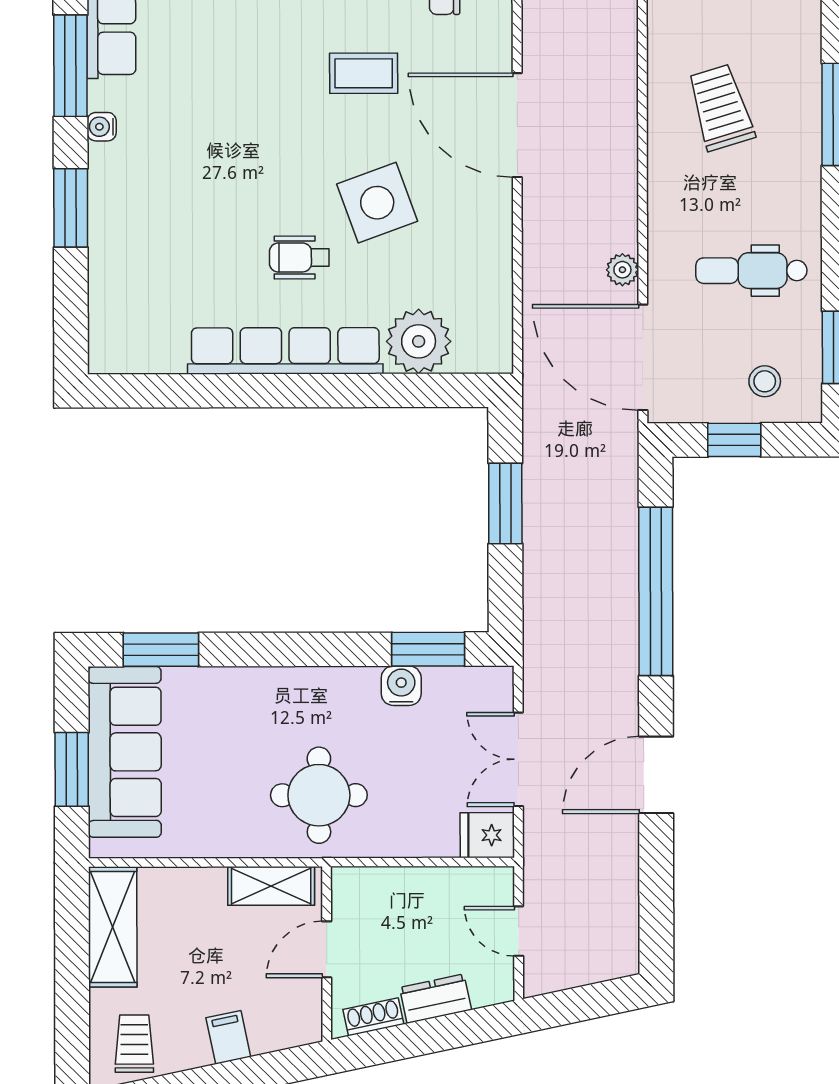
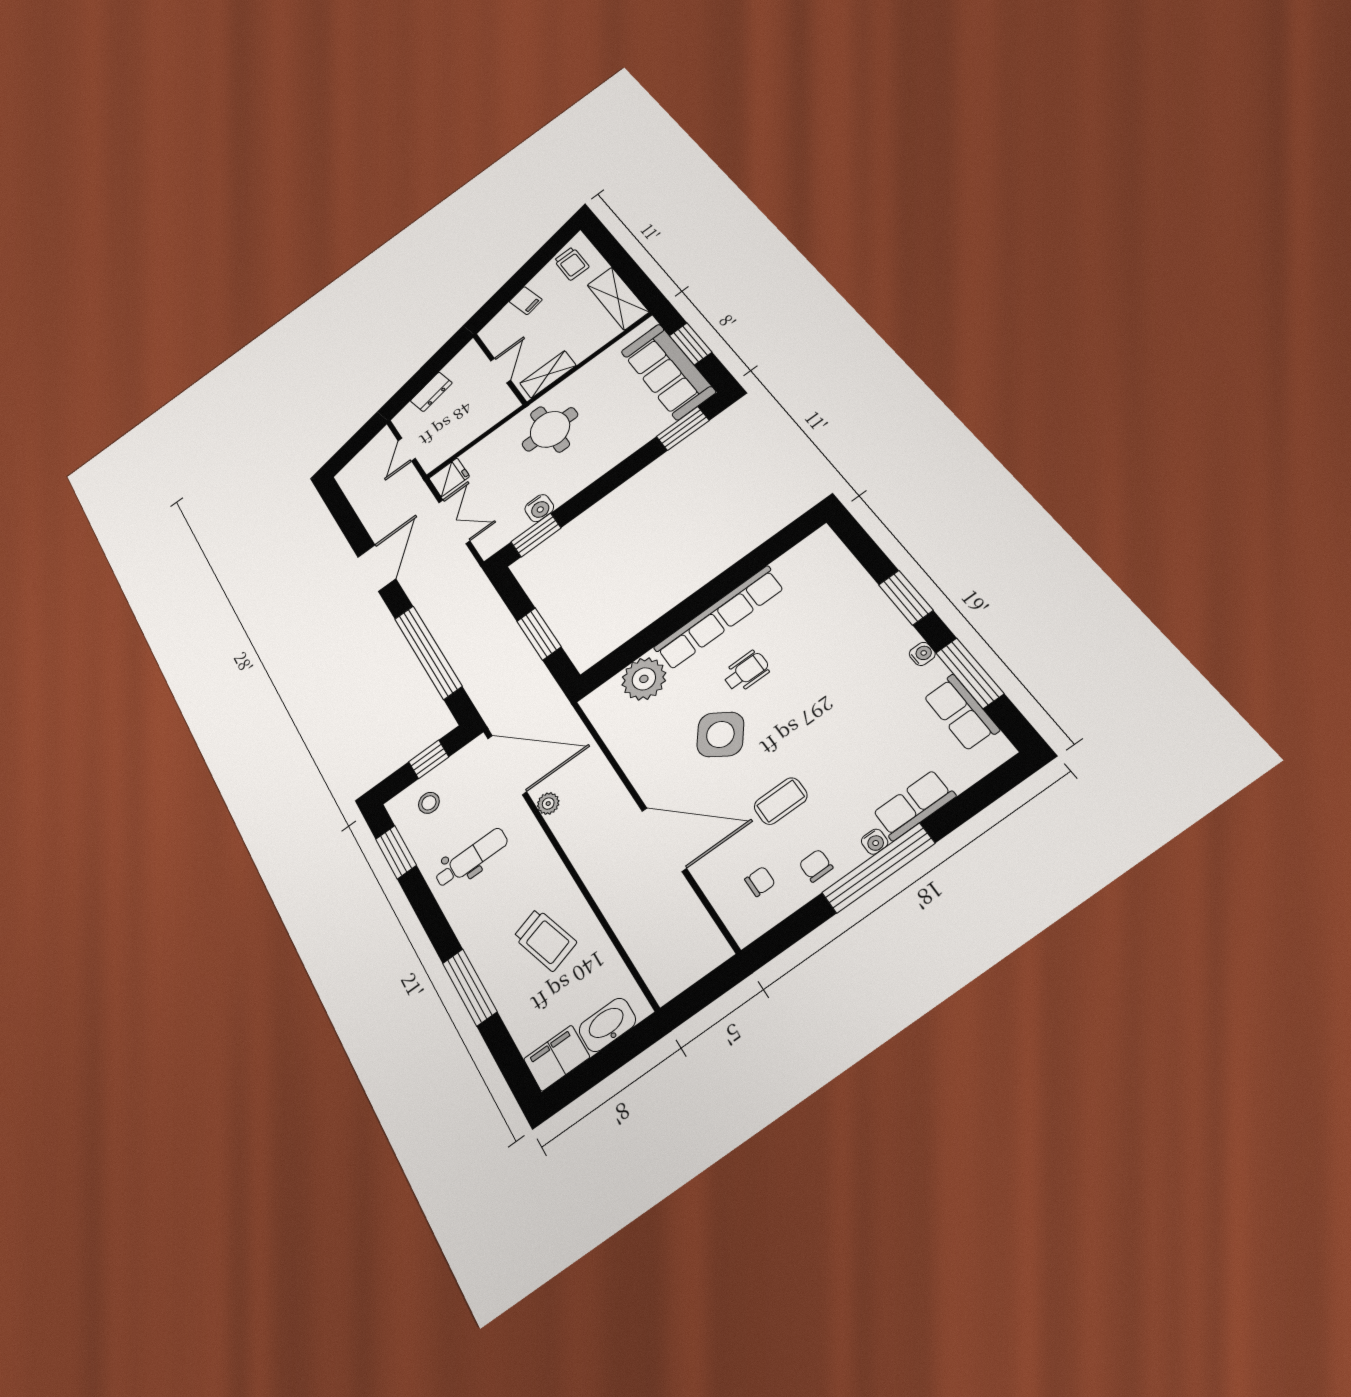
side table: (377, 203) -> (720, 734), turned -34
door: (519, 931) -> (407, 450), swing flipped
shoe rack: (373, 1017) -> (458, 362), removed

